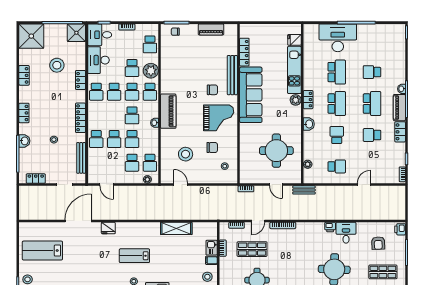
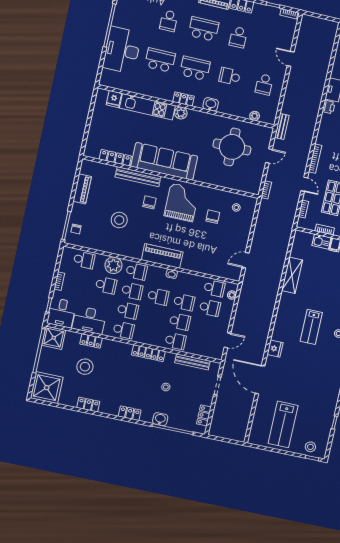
locker: (81, 80) -> (91, 341), moved
stool: (186, 154) -> (119, 220), moved
school desk: (337, 166) -> (264, 84), turned 180

